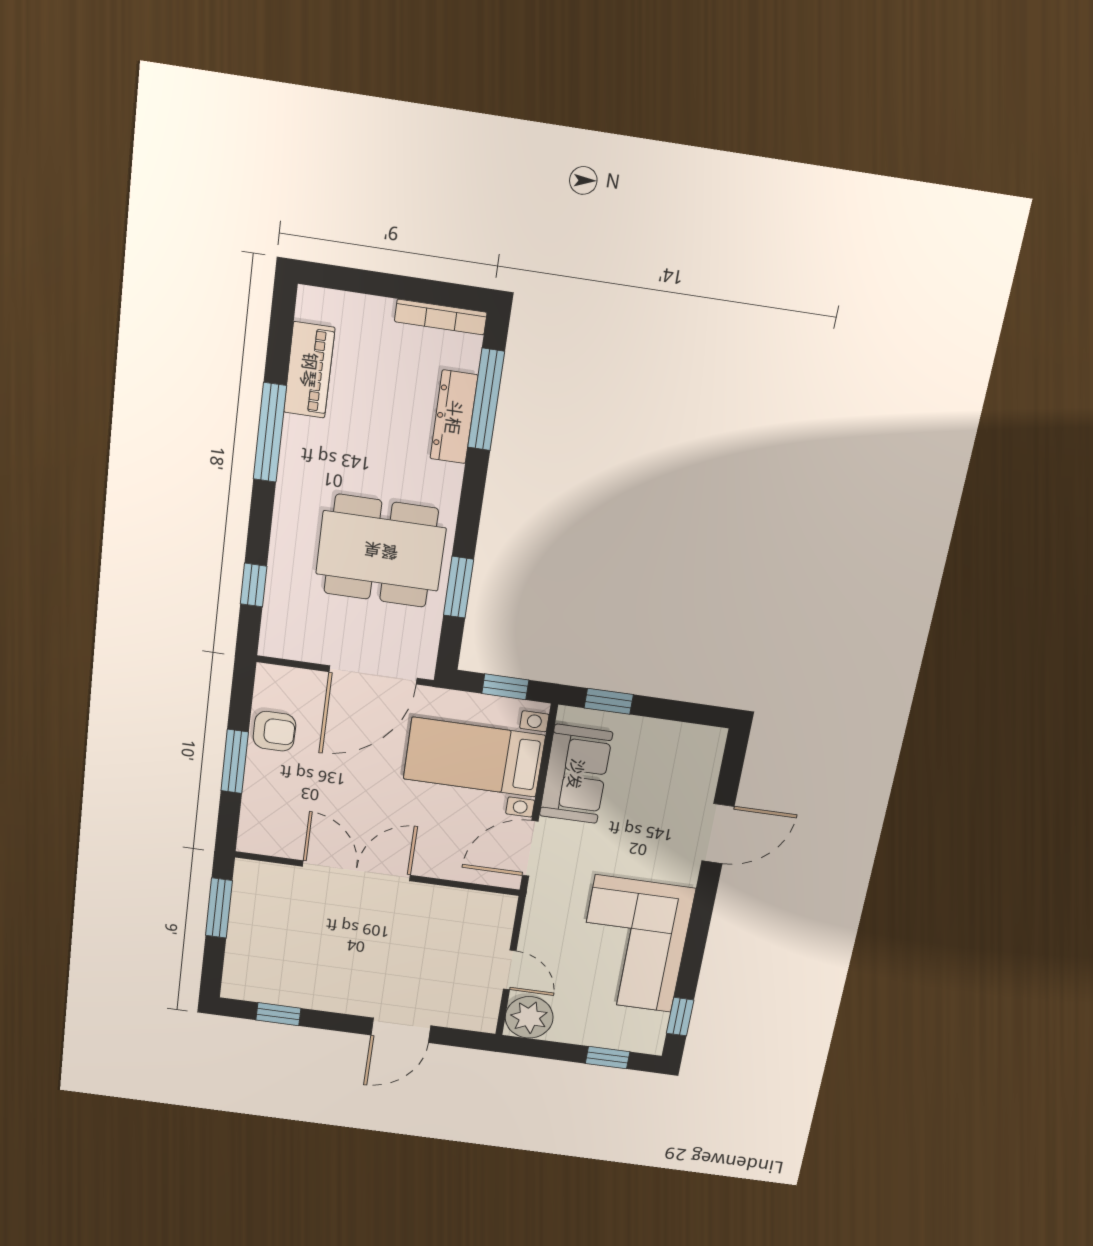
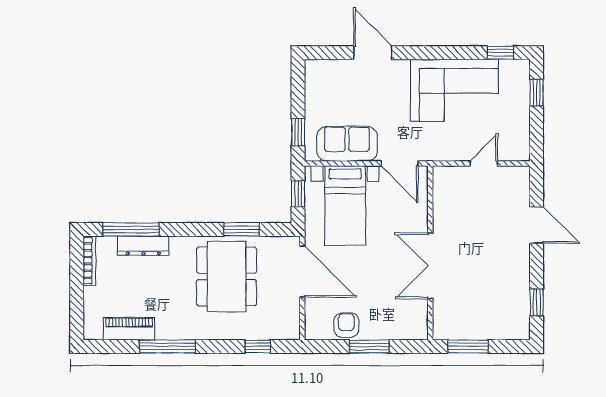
plant: (529, 1017) -> (515, 146), removed

